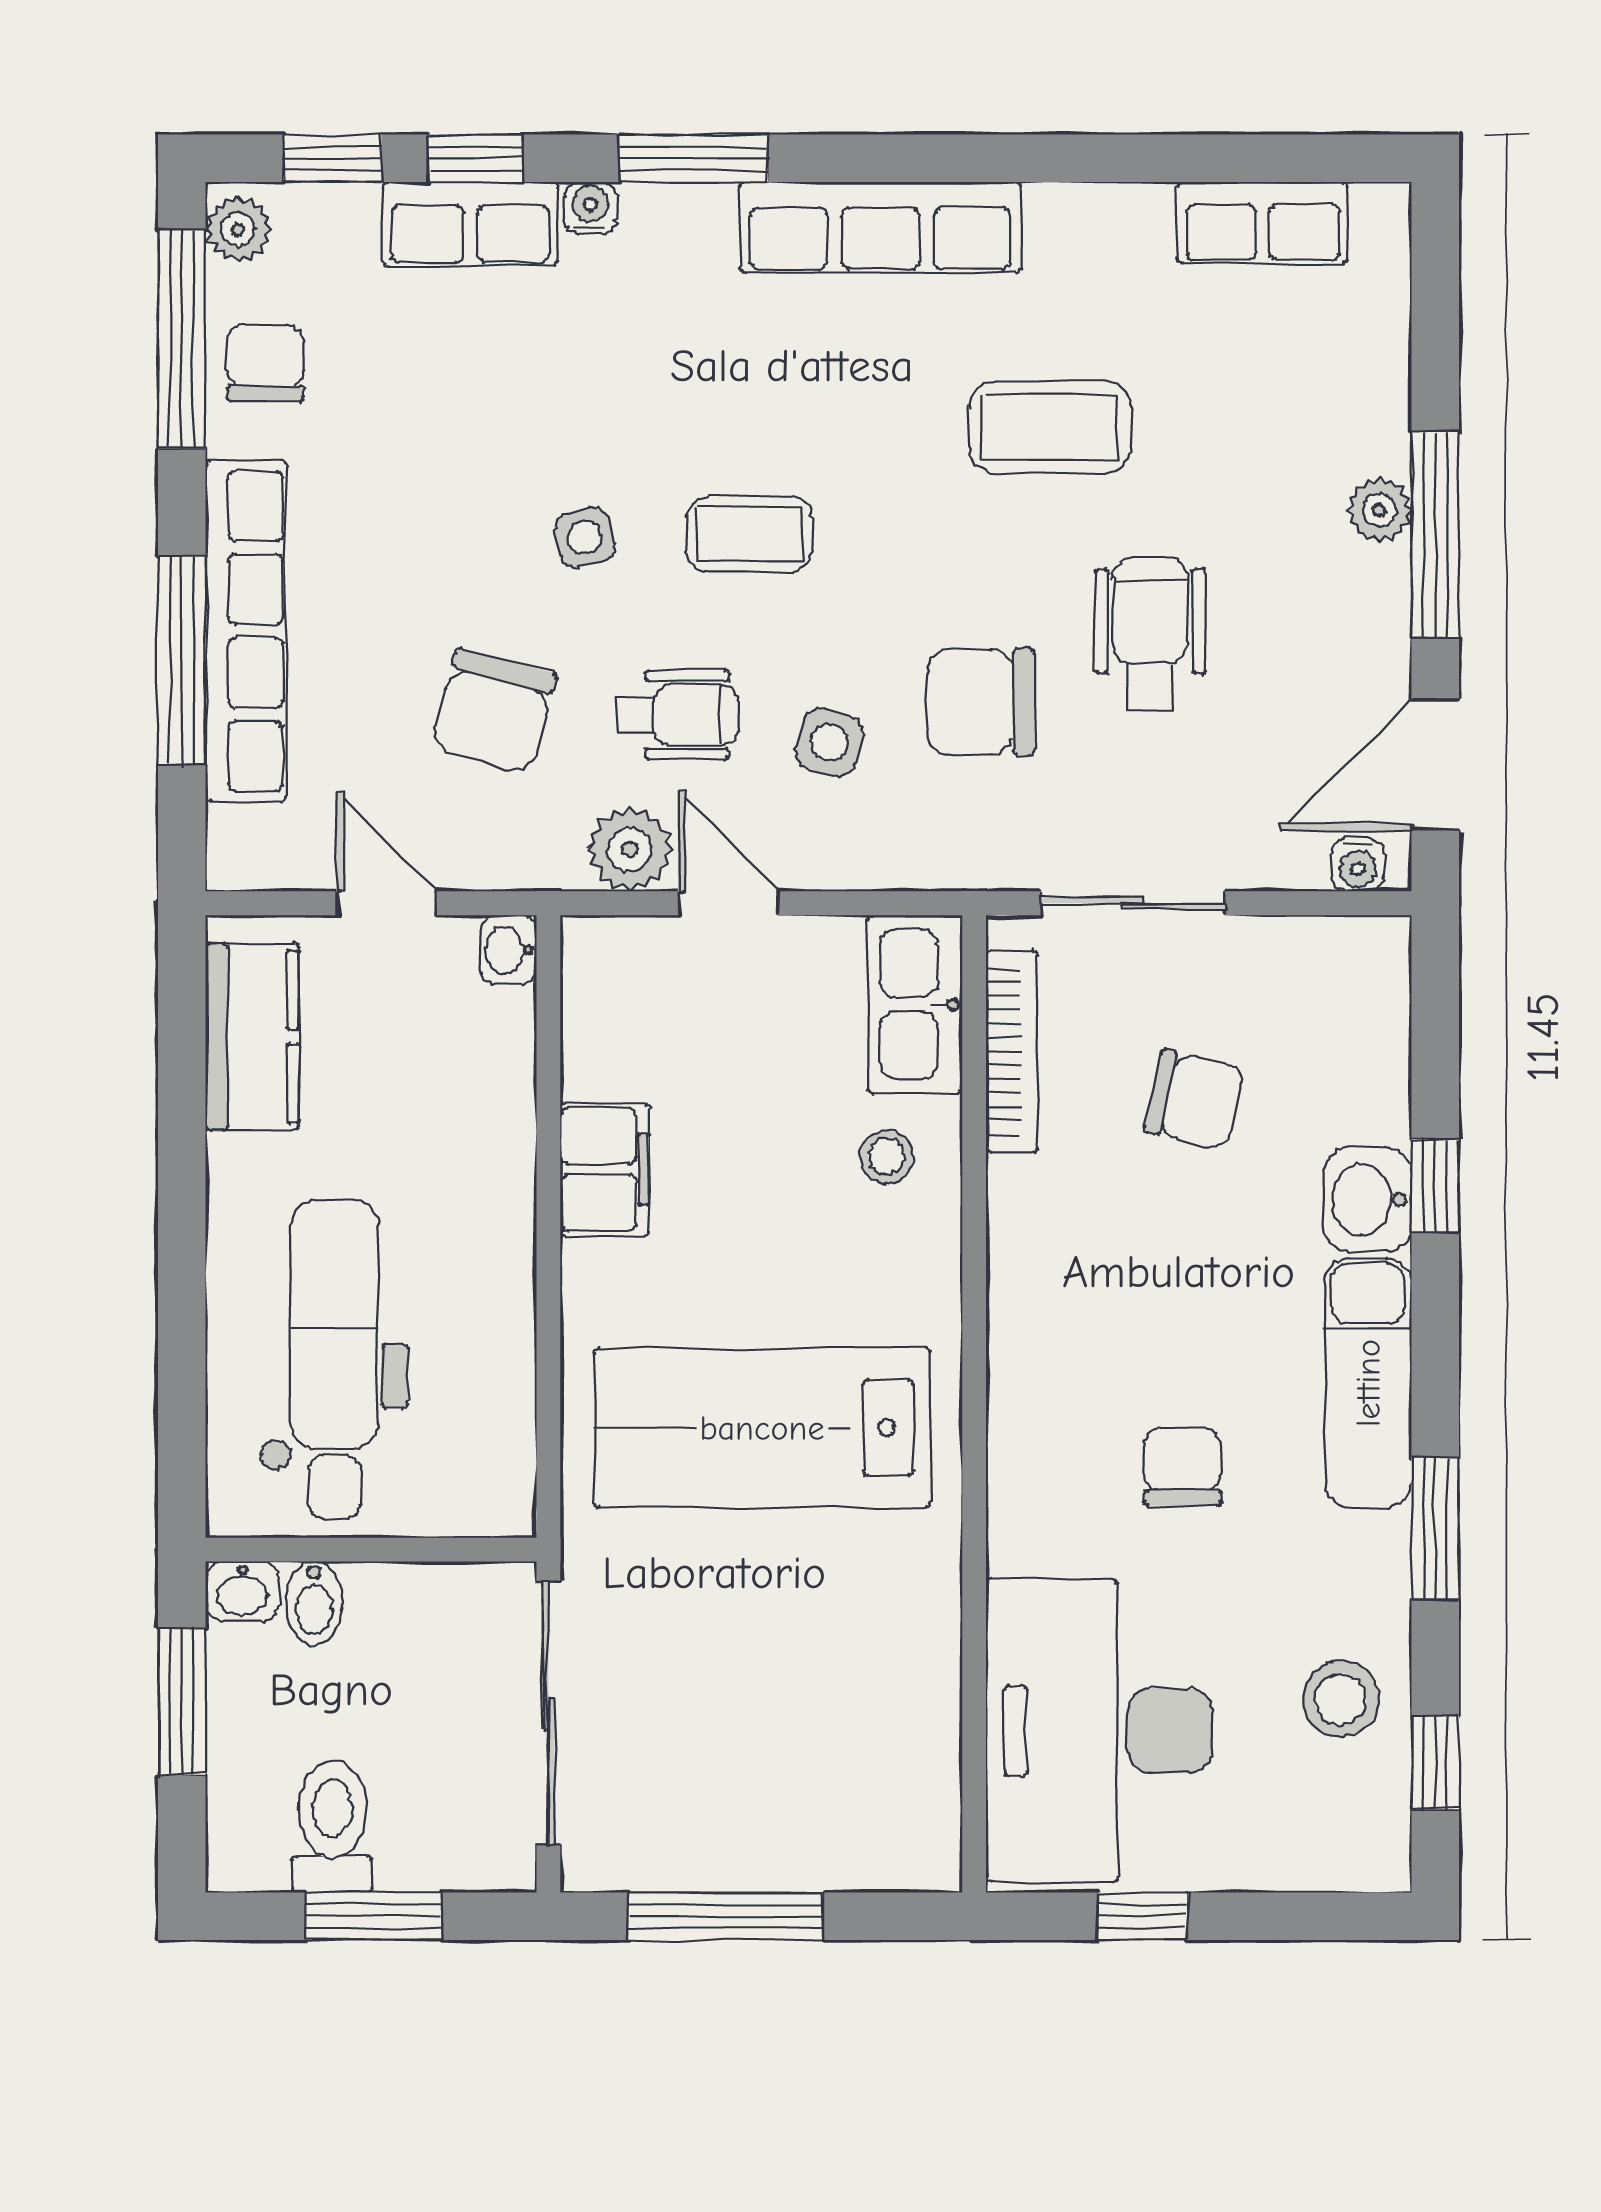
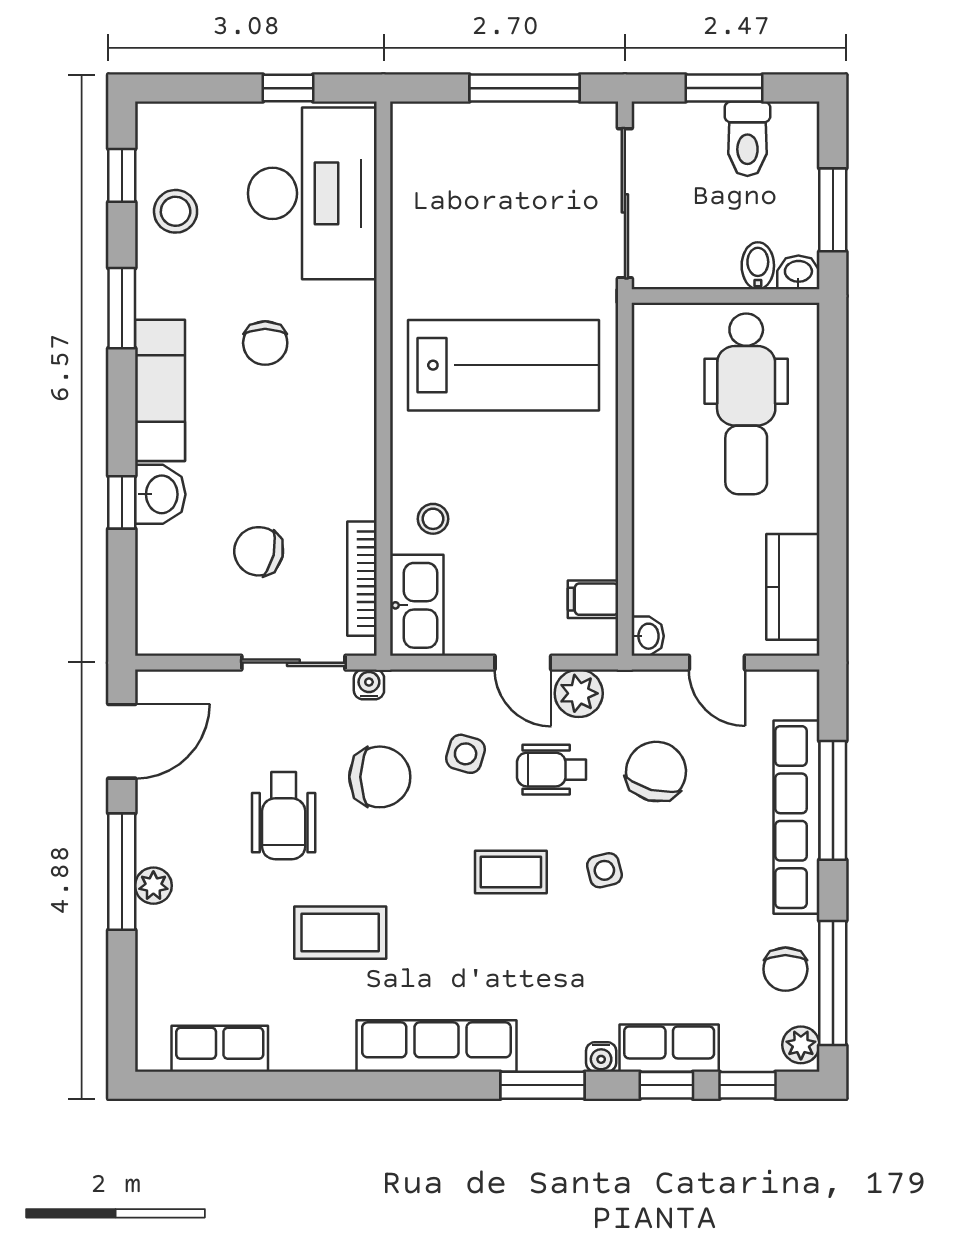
water cooler: (1358, 865) -> (369, 684), moved
filing cabinet: (605, 1170) -> (593, 599), moved, width x0.50

